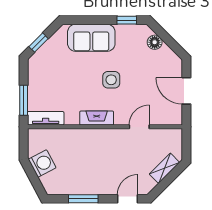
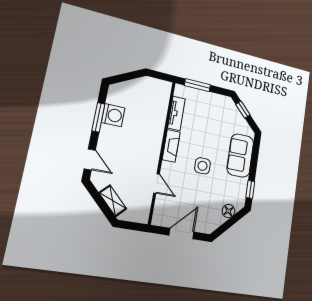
tv unit: (46, 118) -> (176, 113), moved
washing machine: (42, 163) -> (113, 115), moved, turned -62

